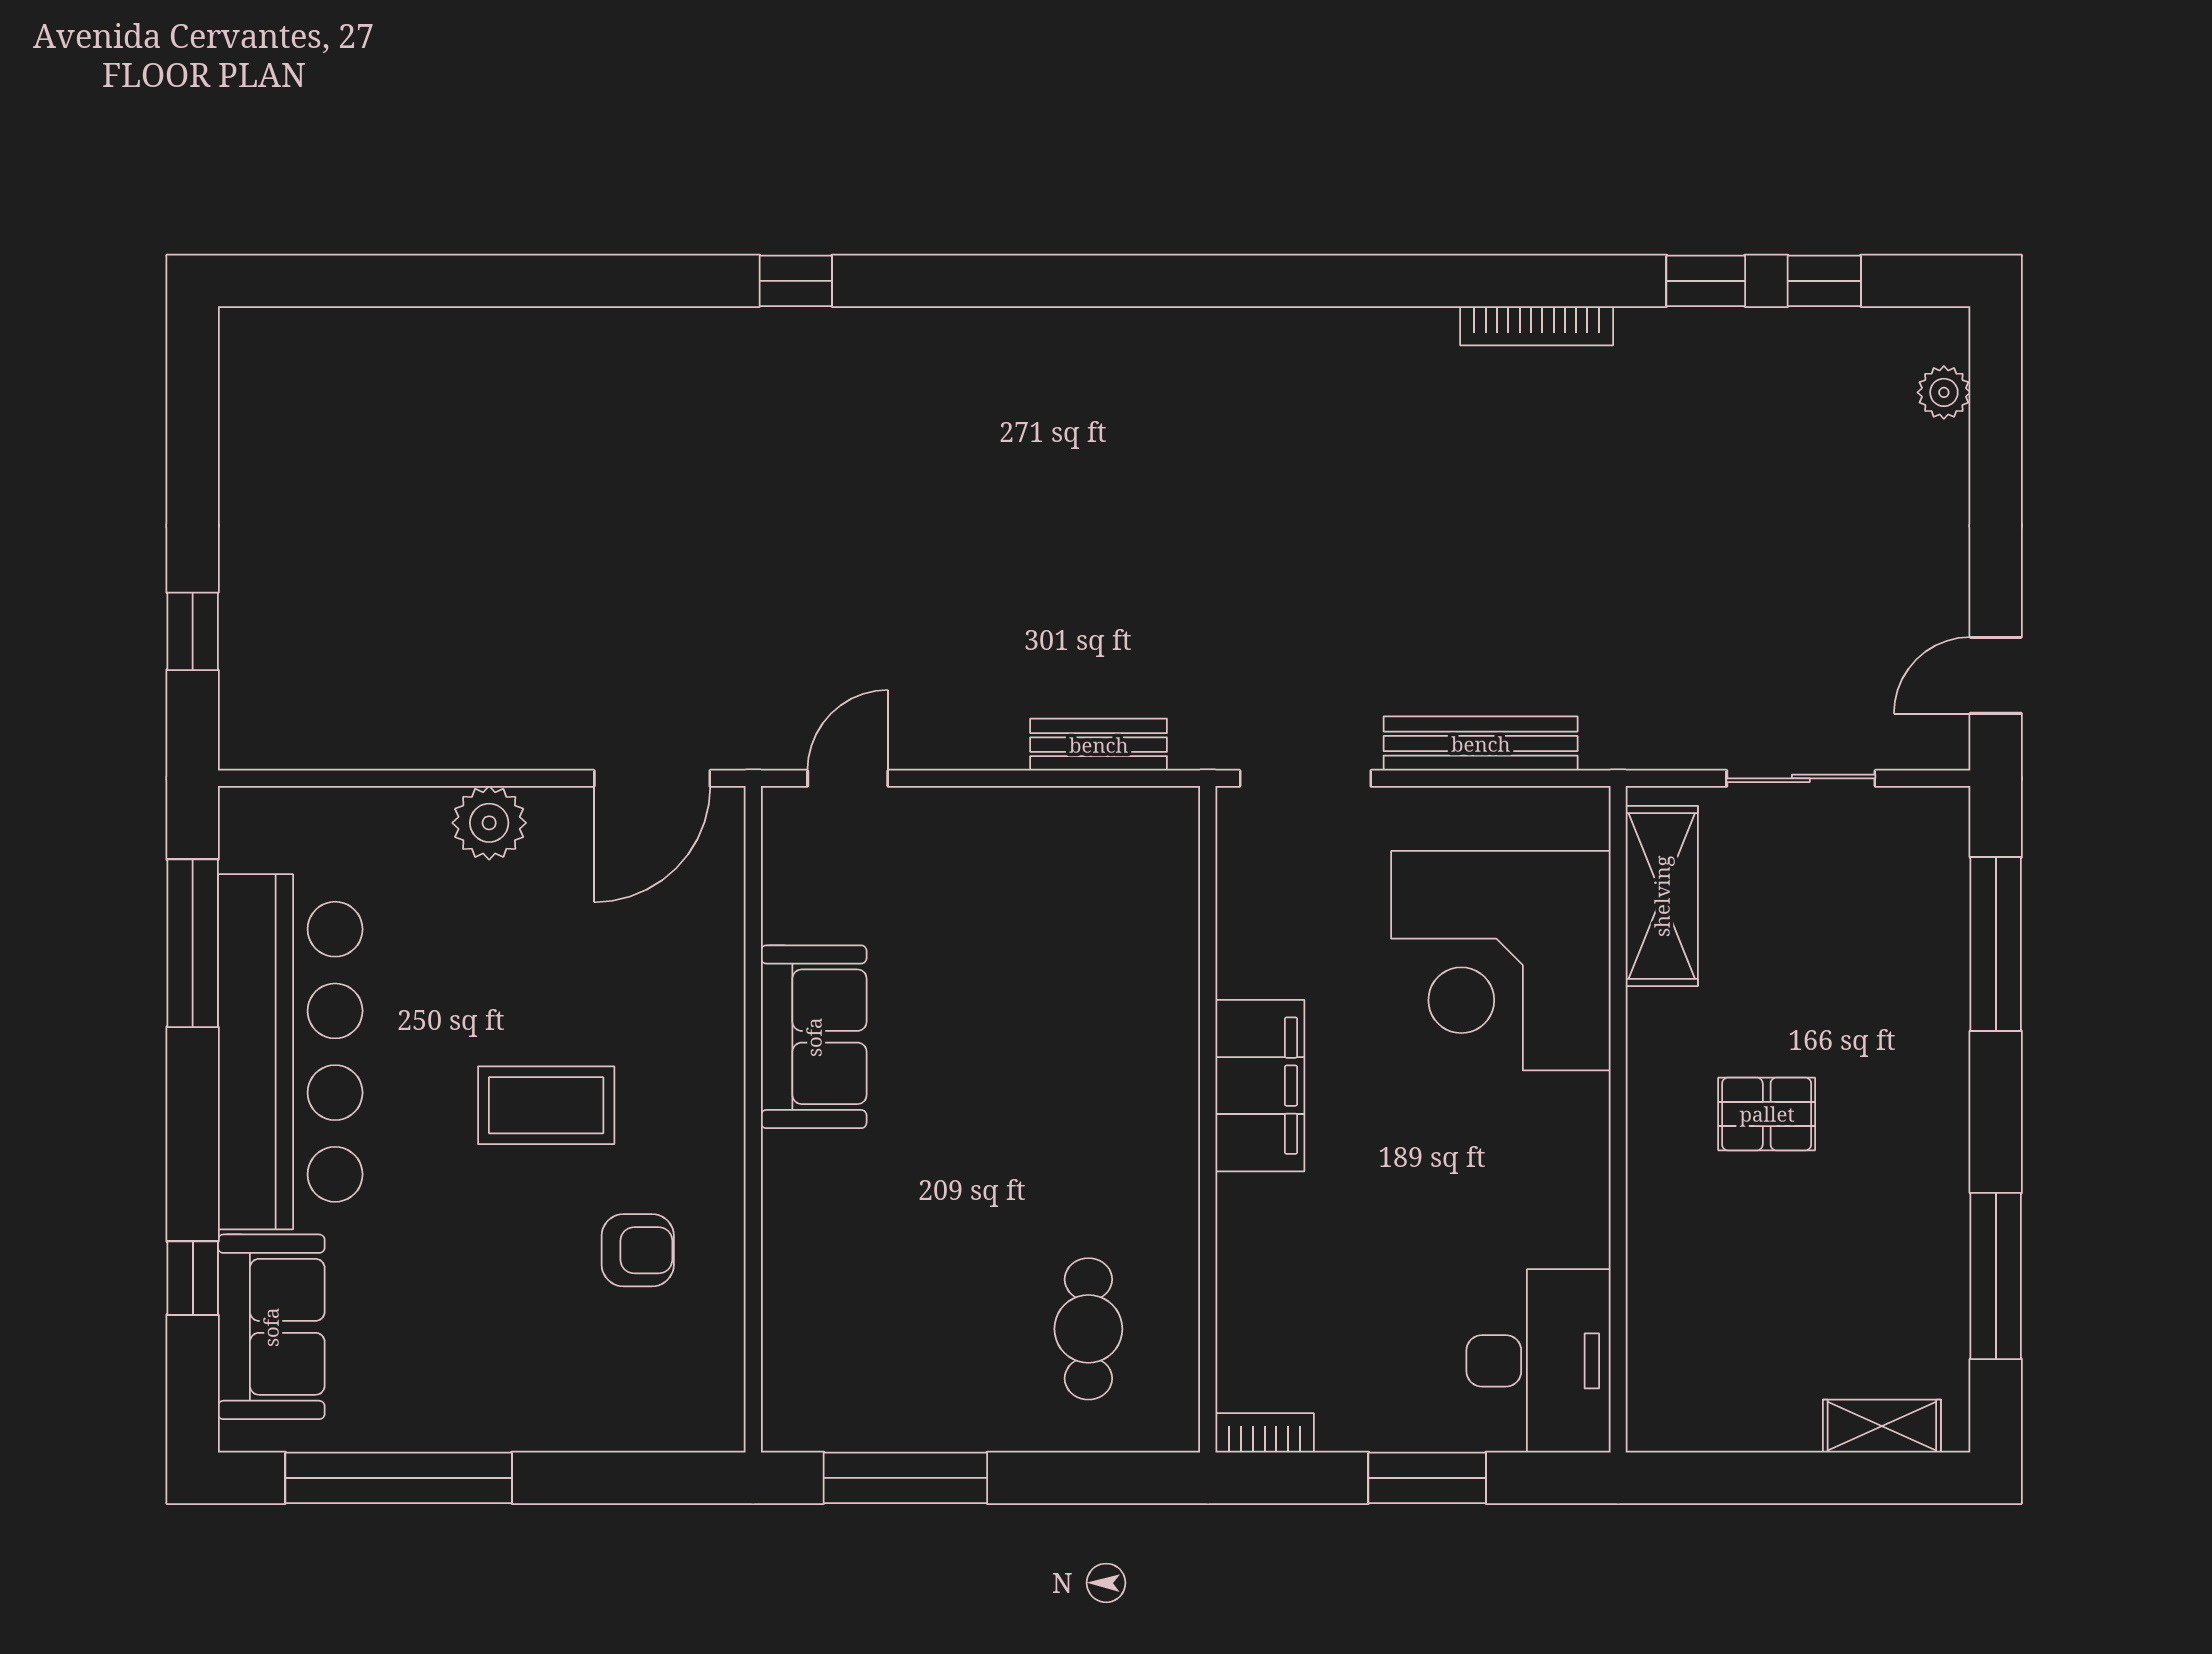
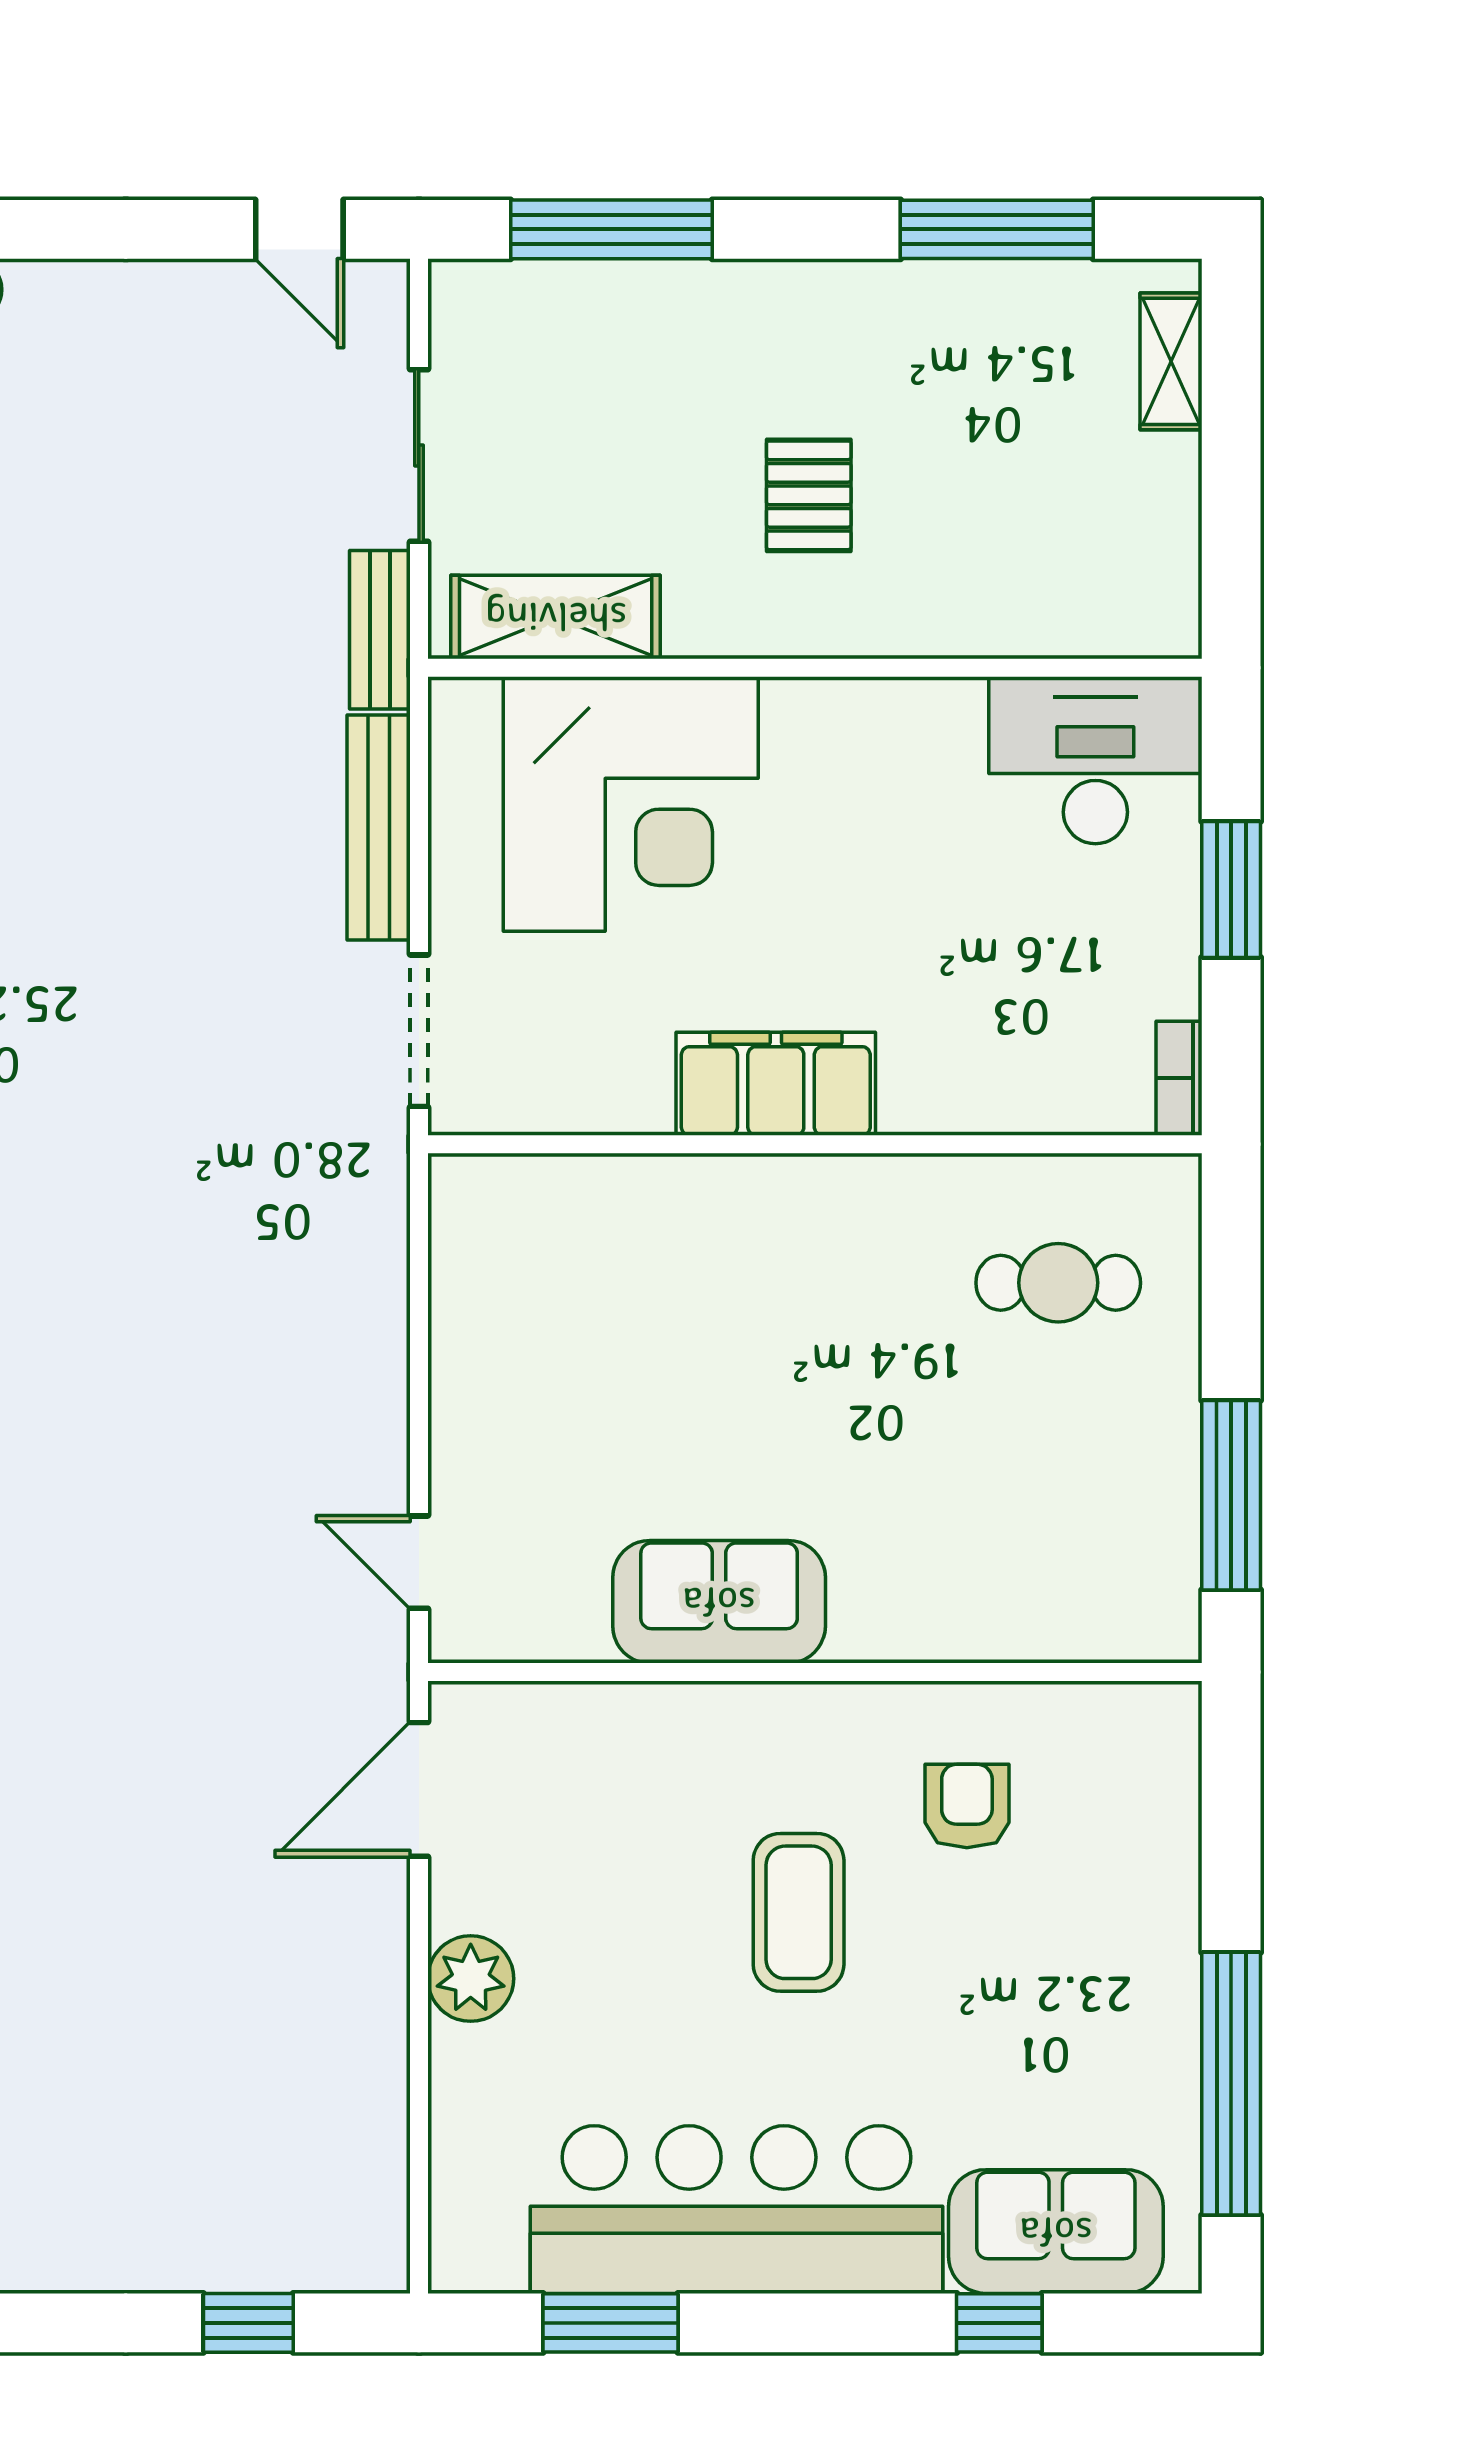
bench: (1099, 745) -> (380, 630), moved
door: (652, 778) -> (419, 1789), swing flipped
window: (193, 943) -> (611, 2323), width x0.69

